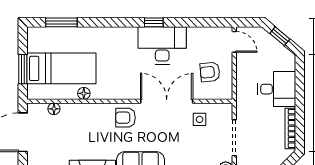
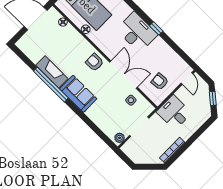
desk: (162, 45) -> (137, 32), moved
desk: (277, 89) -> (174, 112), moved, turned 180

